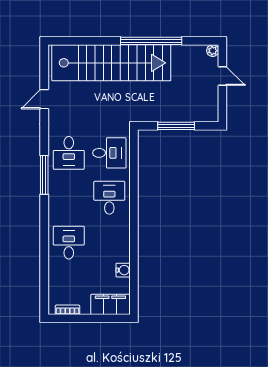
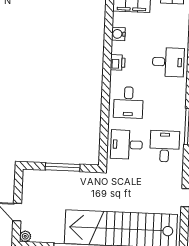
printer: (123, 240) -> (118, 62), added
desk: (69, 243) -> (168, 62), turned -90

